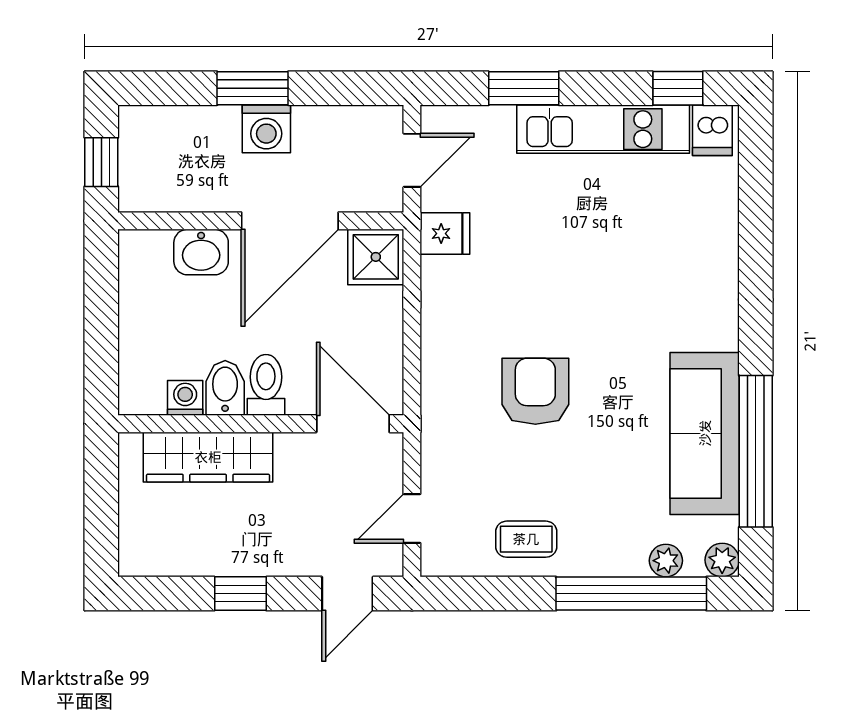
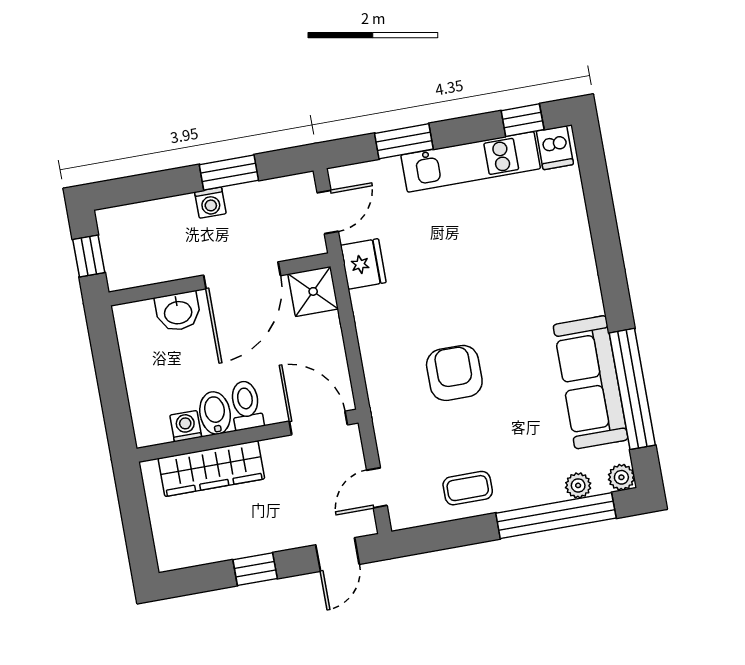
window: (253, 88) -> (229, 172), moved
washing machine: (266, 129) -> (210, 203), width x0.73, depth x0.73
fridge: (445, 233) -> (363, 264), width x1.38

